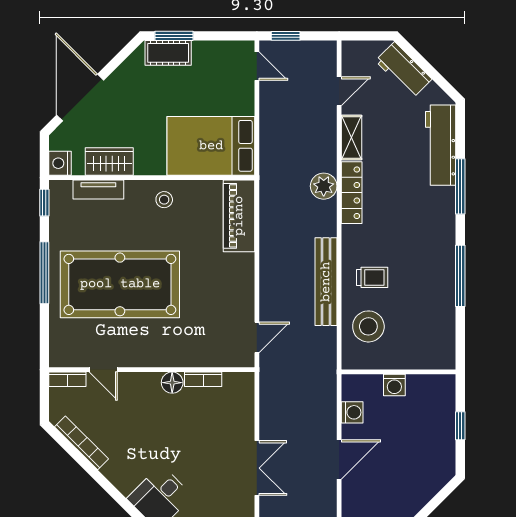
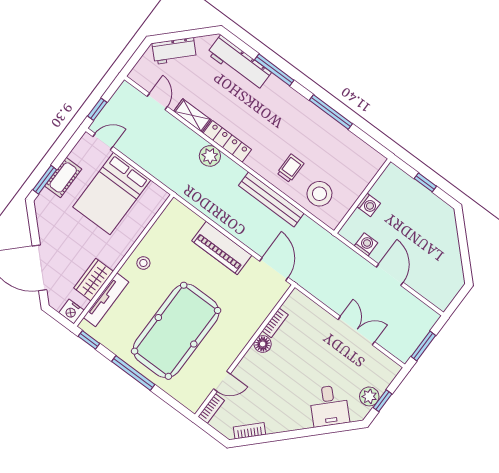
cot: (168, 53) -> (63, 177), moved
bed: (211, 146) -> (112, 194), moved
tv unit: (98, 190) -> (106, 300), width x1.41
piano: (239, 216) -> (222, 248), moved
door: (257, 337) -> (274, 269), width x1.38
bookcase: (82, 443) -> (250, 431), width x0.64

